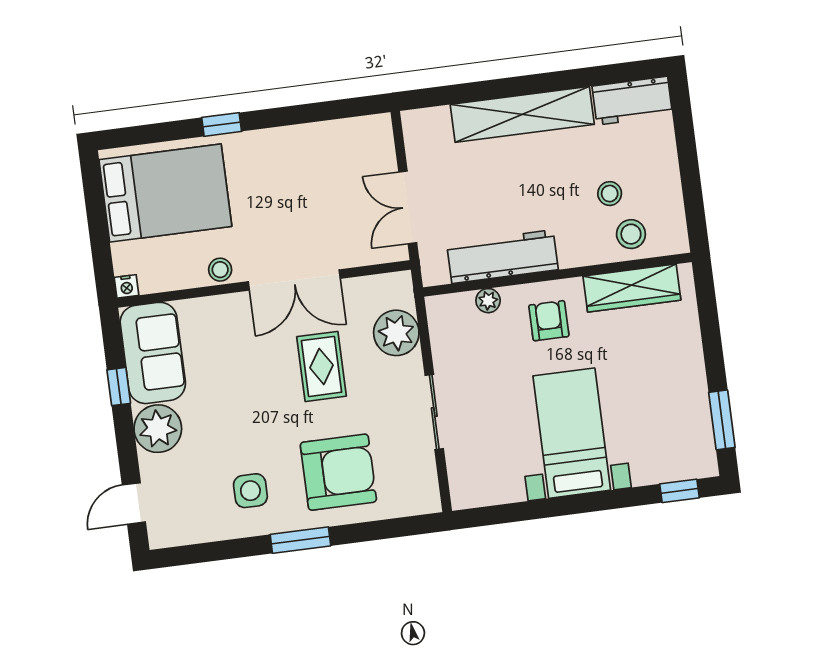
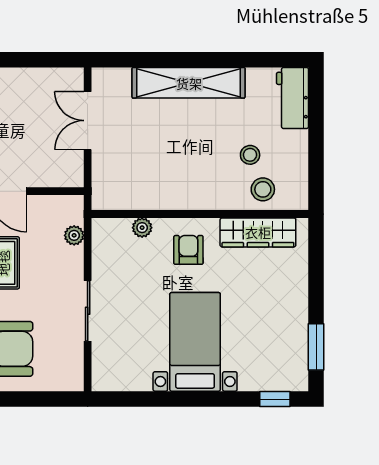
workbench: (632, 101) -> (293, 98), moved, turned 90
double door: (408, 207) -> (88, 121), moved
workbench: (502, 257) -> (158, 194), removed
plant: (396, 333) -> (74, 235), width x0.53, depth x0.53

